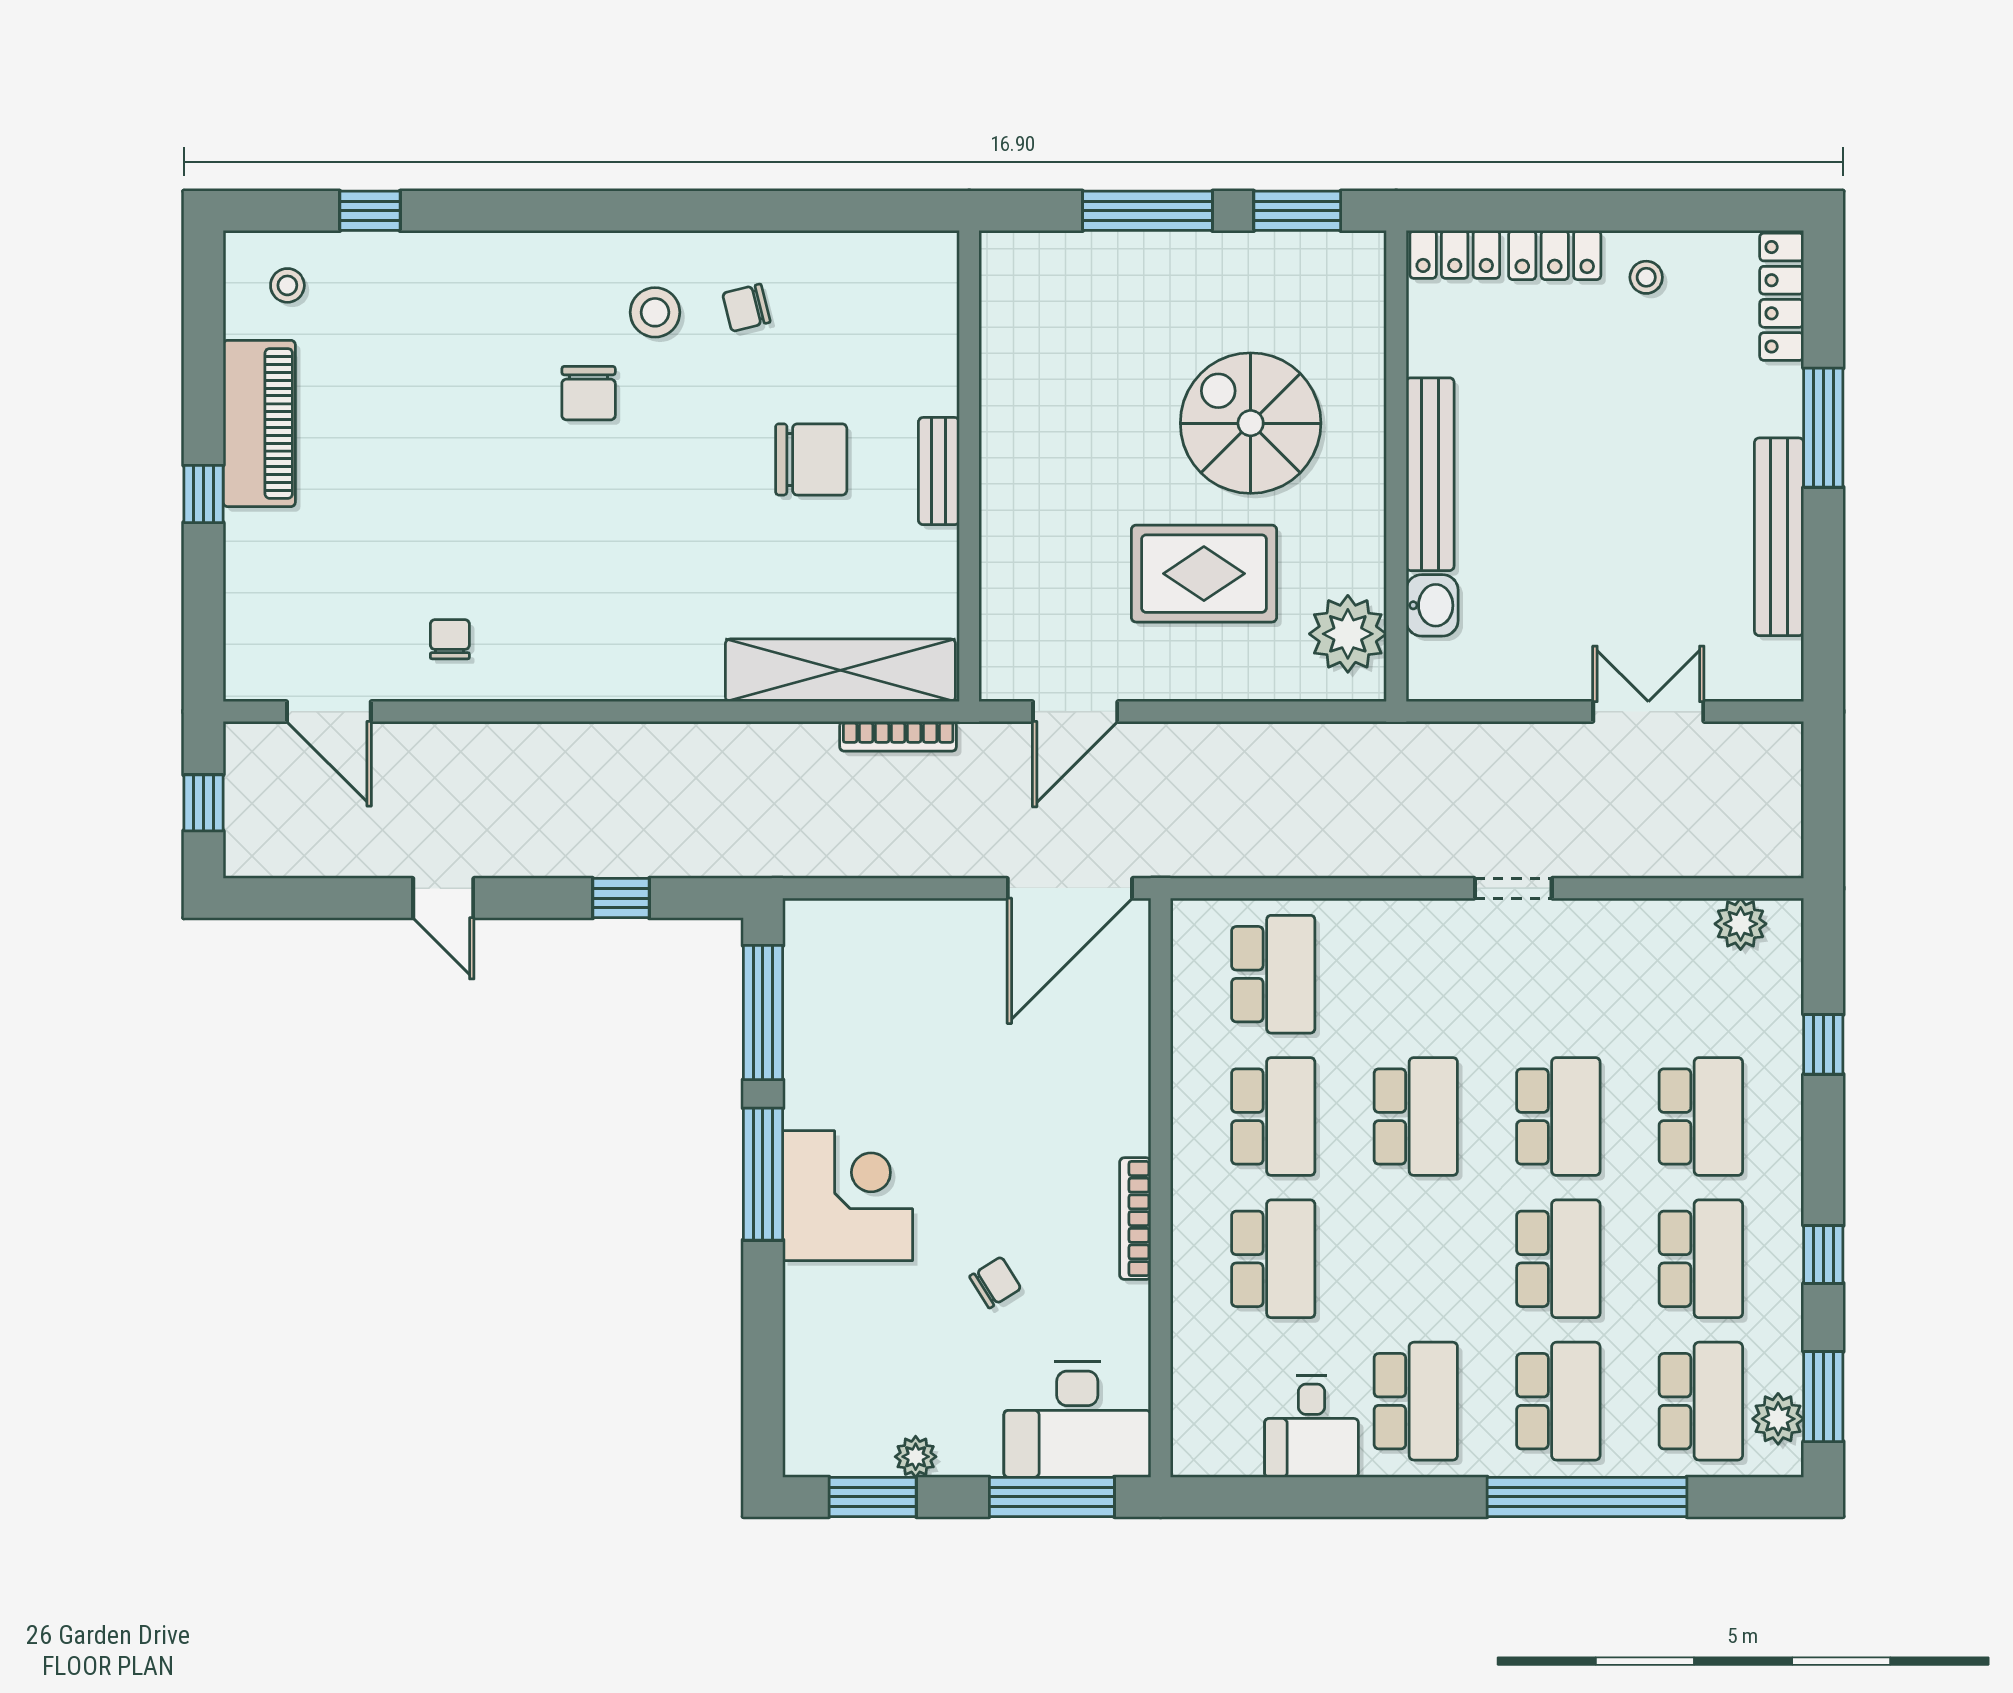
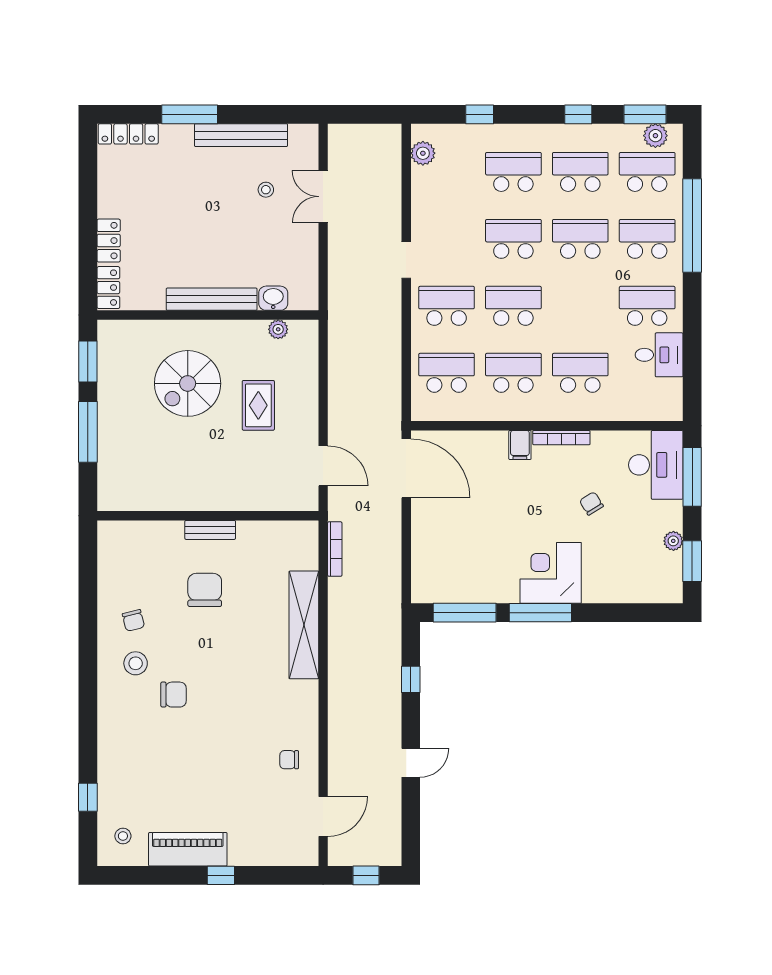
stool: (1646, 277) -> (266, 190), moved
rug: (1204, 574) -> (258, 405), width x0.73, depth x0.70
plant: (1348, 634) -> (278, 329), width x0.53, depth x0.53
shelving: (840, 670) -> (304, 625), moved
school desk: (1416, 974) -> (447, 306), added
filing cabinet: (1119, 1130) -> (520, 445), added

